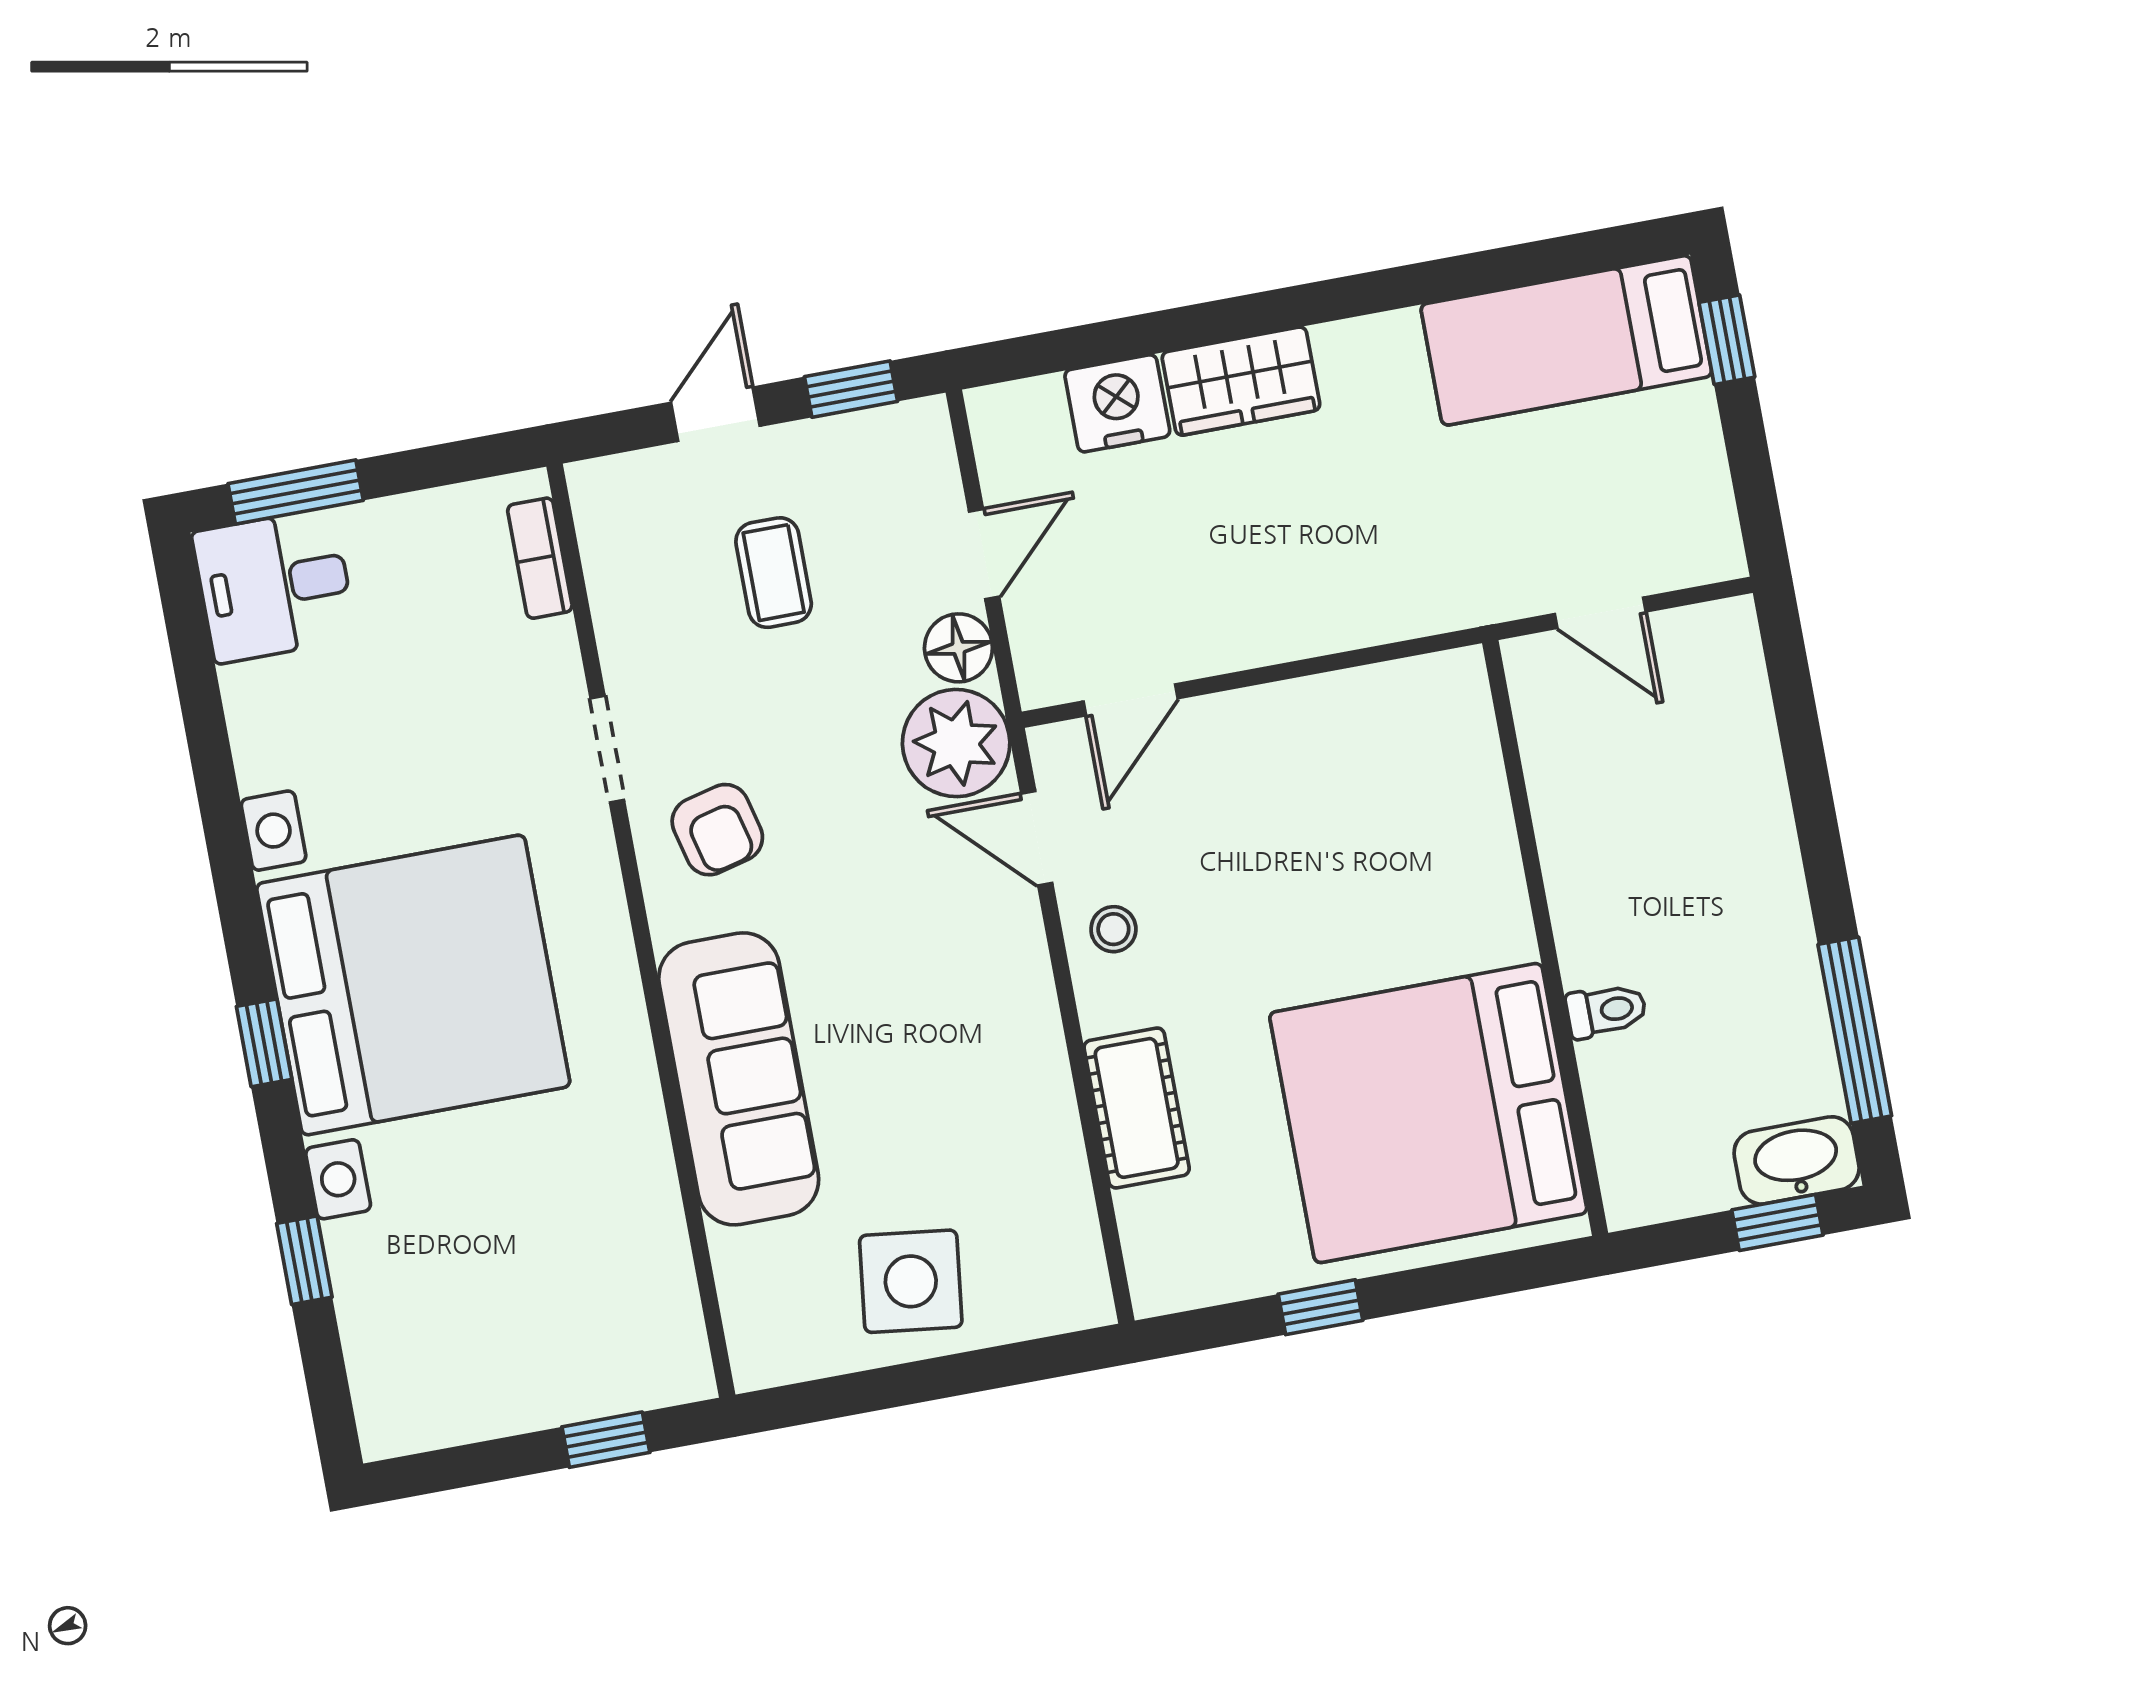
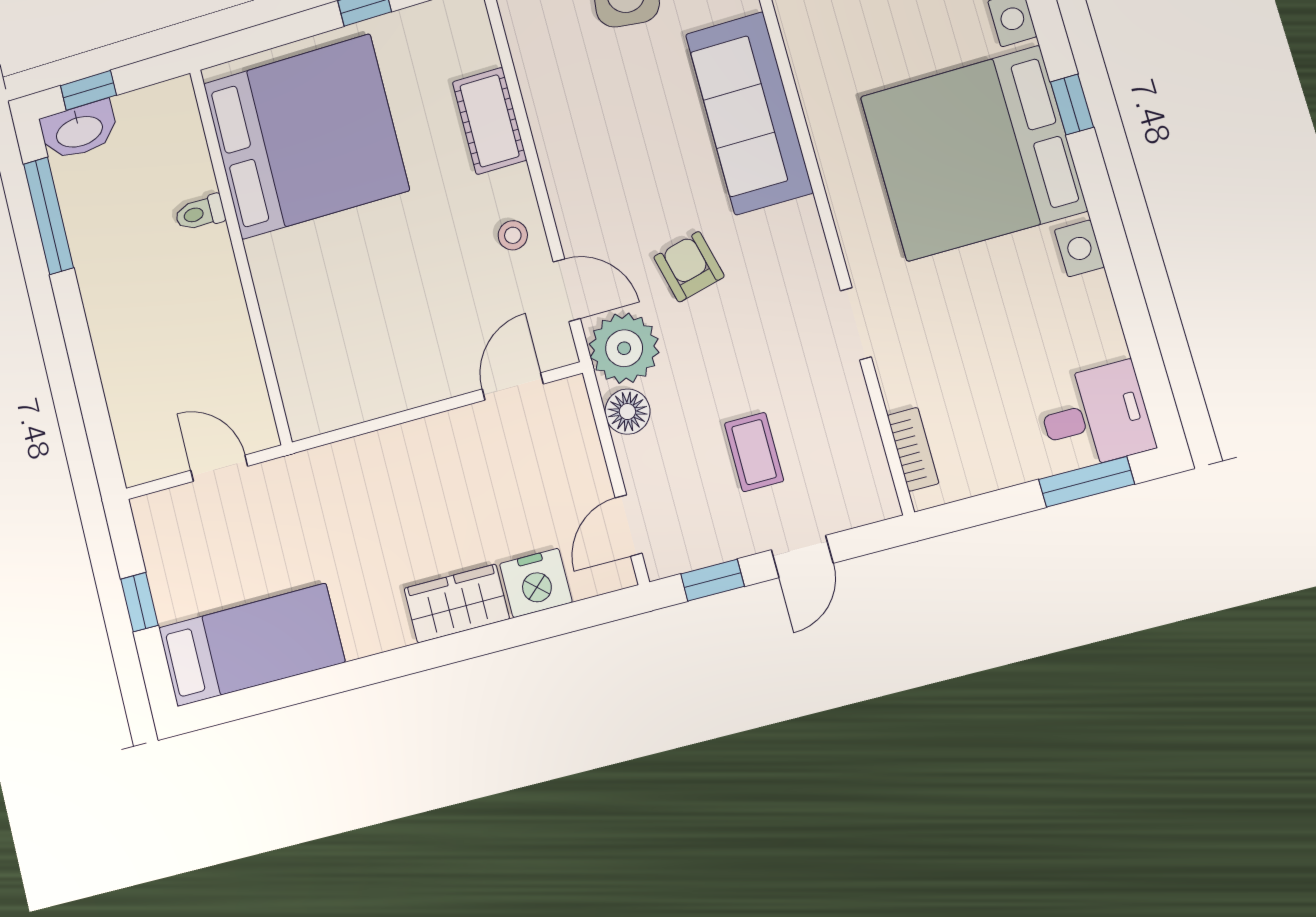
window: (1727, 340) -> (140, 602), moved
door: (984, 554) -> (629, 526), moved
armchair: (717, 830) -> (689, 267), moved

